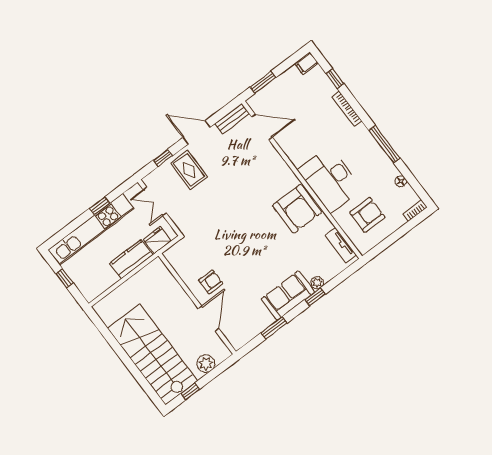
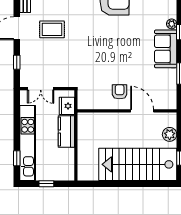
rug: (189, 170) -> (52, 29), moved
window: (100, 206) -> (17, 158), moved

